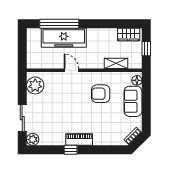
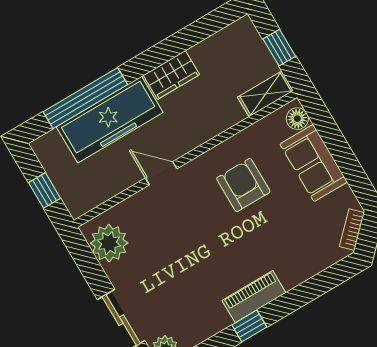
wardrobe: (129, 34) -> (171, 75), moved
window: (22, 50) -> (44, 190), added
shelving: (116, 63) -> (265, 94), moved
armchair: (101, 94) -> (243, 185), turned 90

